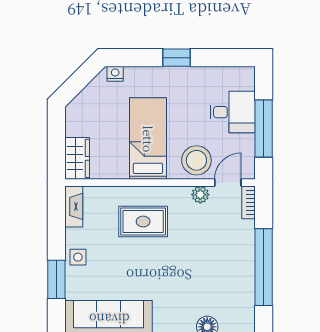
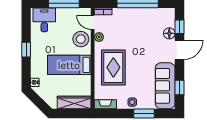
desk: (233, 112) -> (44, 20), moved
wardrobe: (77, 158) -> (74, 102), width x1.50
rug: (143, 222) -> (113, 67), width x1.36, depth x1.43

